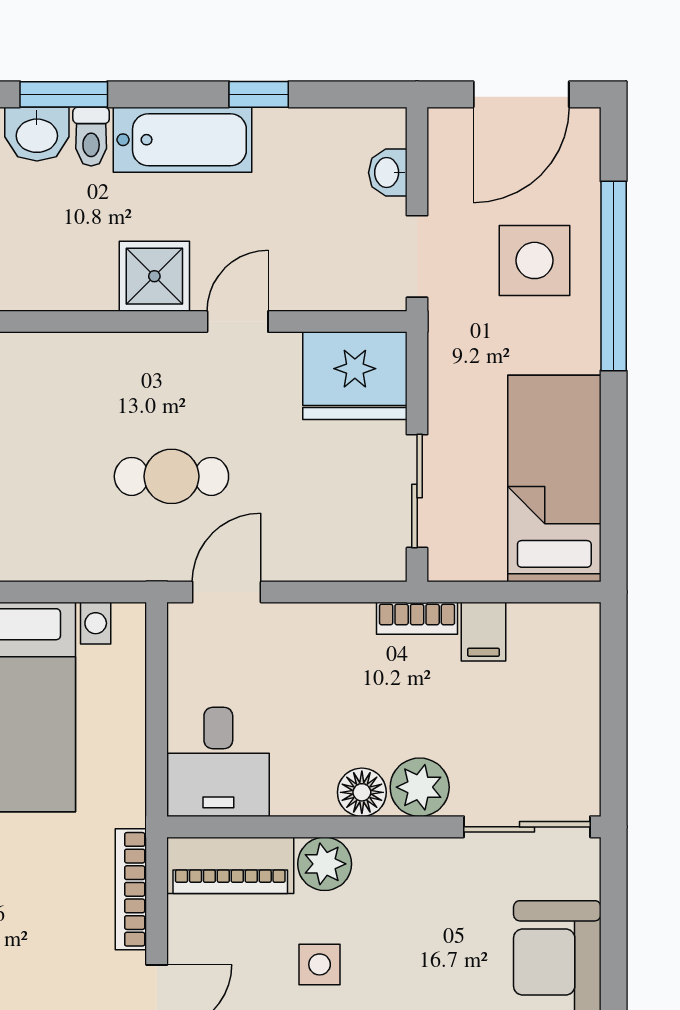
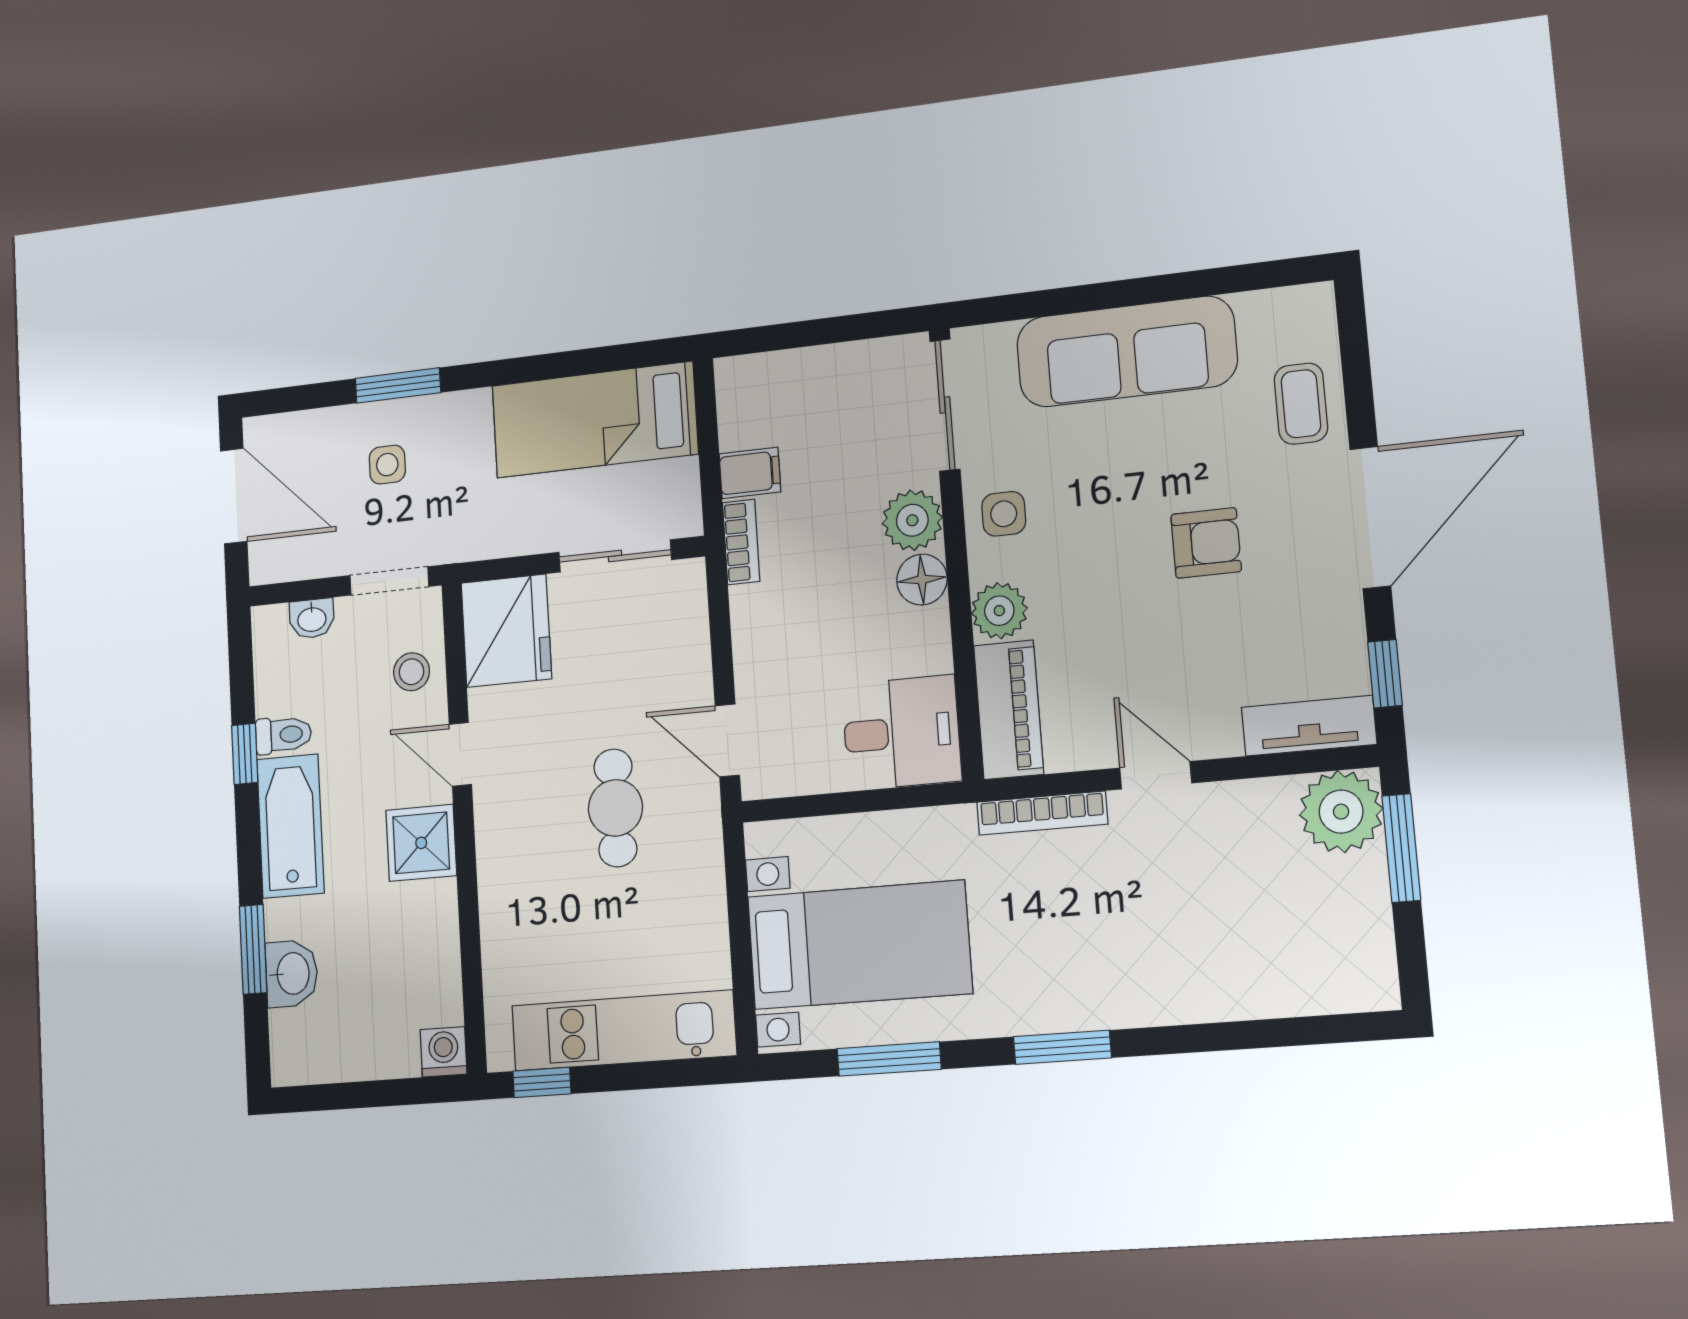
toilet: (91, 137) -> (283, 735), moved
side table: (534, 260) -> (387, 465), width x0.54, depth x0.54
stool: (324, 275) -> (412, 672), added
window: (614, 276) -> (398, 385), width x0.47
side table: (320, 964) -> (1004, 514), moved

